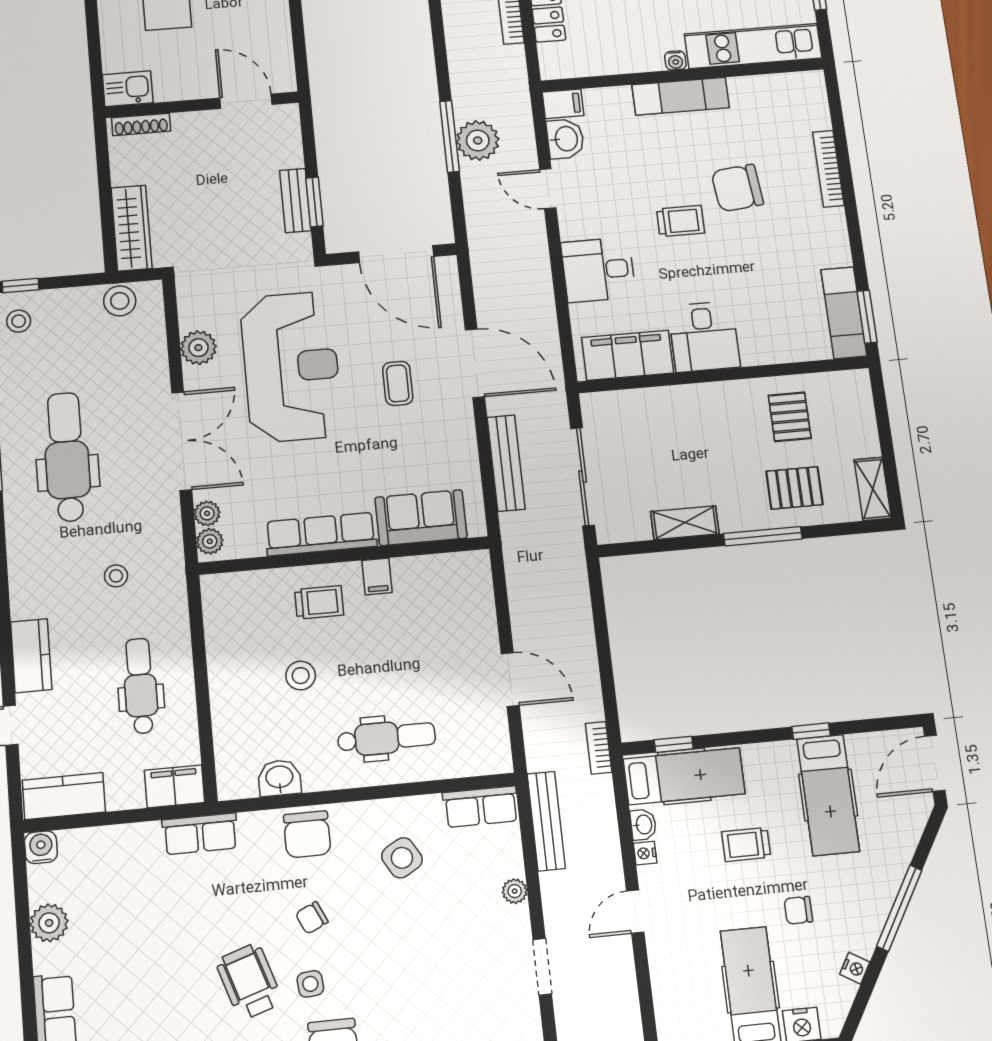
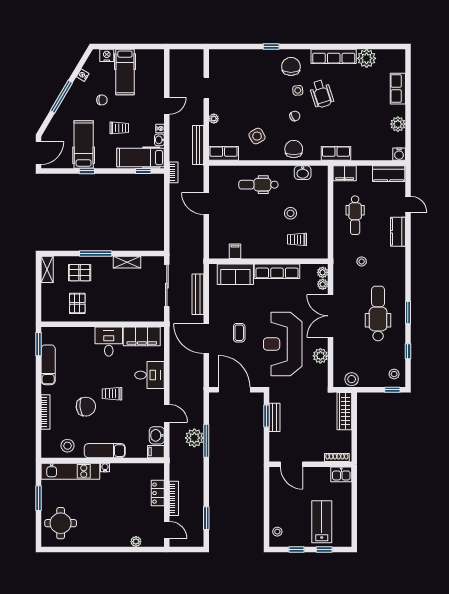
stool: (767, 100) -> (67, 446), added
exam couch: (844, 313) -> (48, 365), moved
dental chair: (67, 457) -> (378, 313), turned 180
filing cabinet: (377, 576) -> (235, 251), moved
trolley: (319, 602) -> (297, 239), moved

